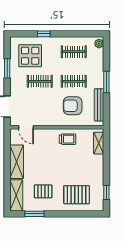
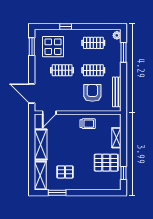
window: (7, 68) -> (32, 47), moved
window: (106, 82) -> (124, 52), moved
armchair: (73, 106) -> (92, 93), turned 90
door: (26, 127) -> (49, 113), hinge flipped
shelving: (99, 143) -> (116, 138), moved
pallet: (77, 195) -> (106, 163), moved

